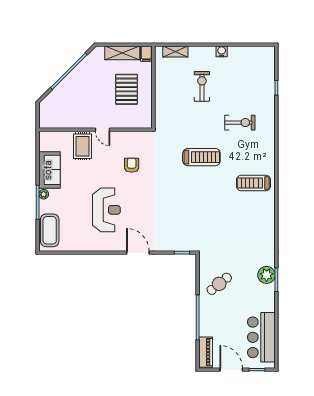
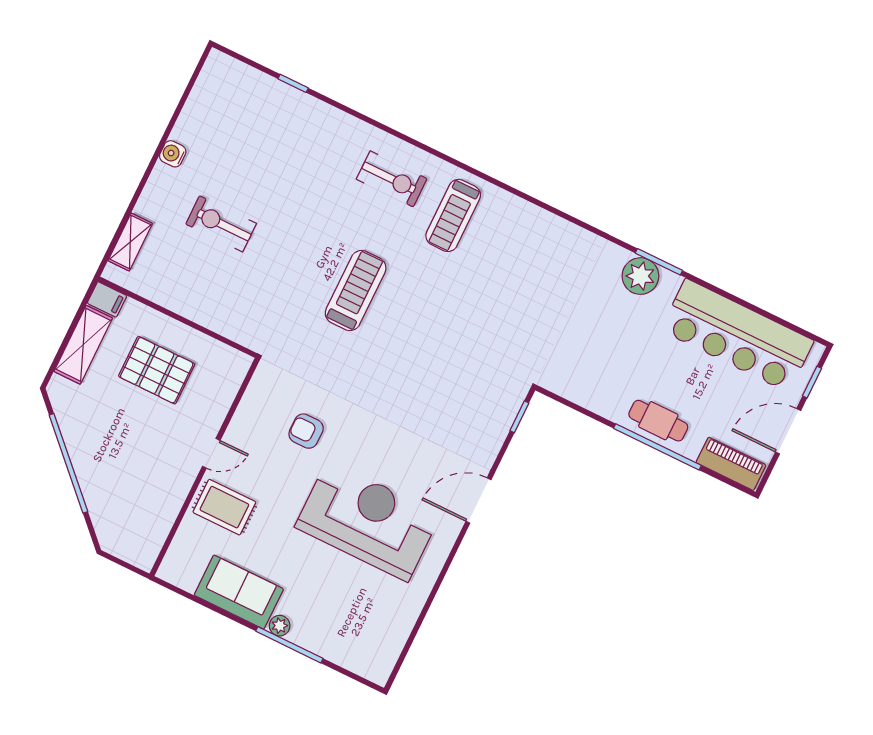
exercise bike: (240, 123) -> (392, 179), moved, turned 90
reception desk: (106, 210) -> (368, 521), width x1.36, depth x1.30
coffee table: (50, 230) -> (354, 648), removed
cafe table: (219, 284) -> (658, 421), moved, turned -51
bar counter: (261, 337) -> (737, 335), width x1.36

